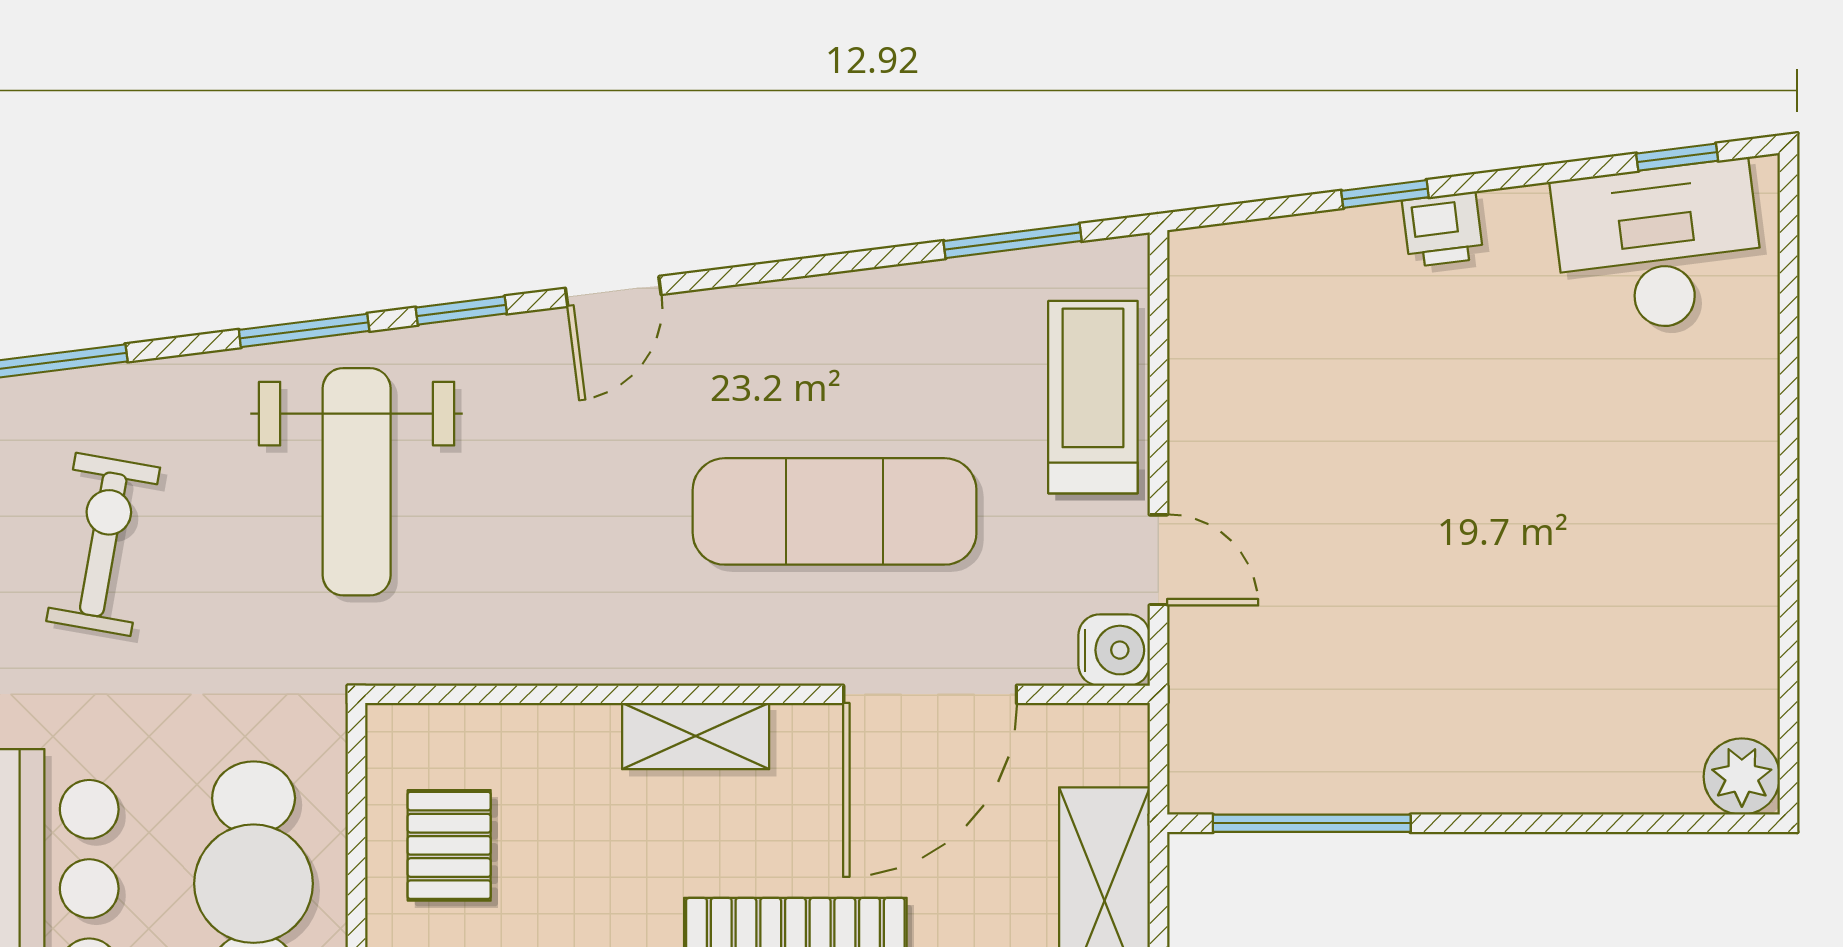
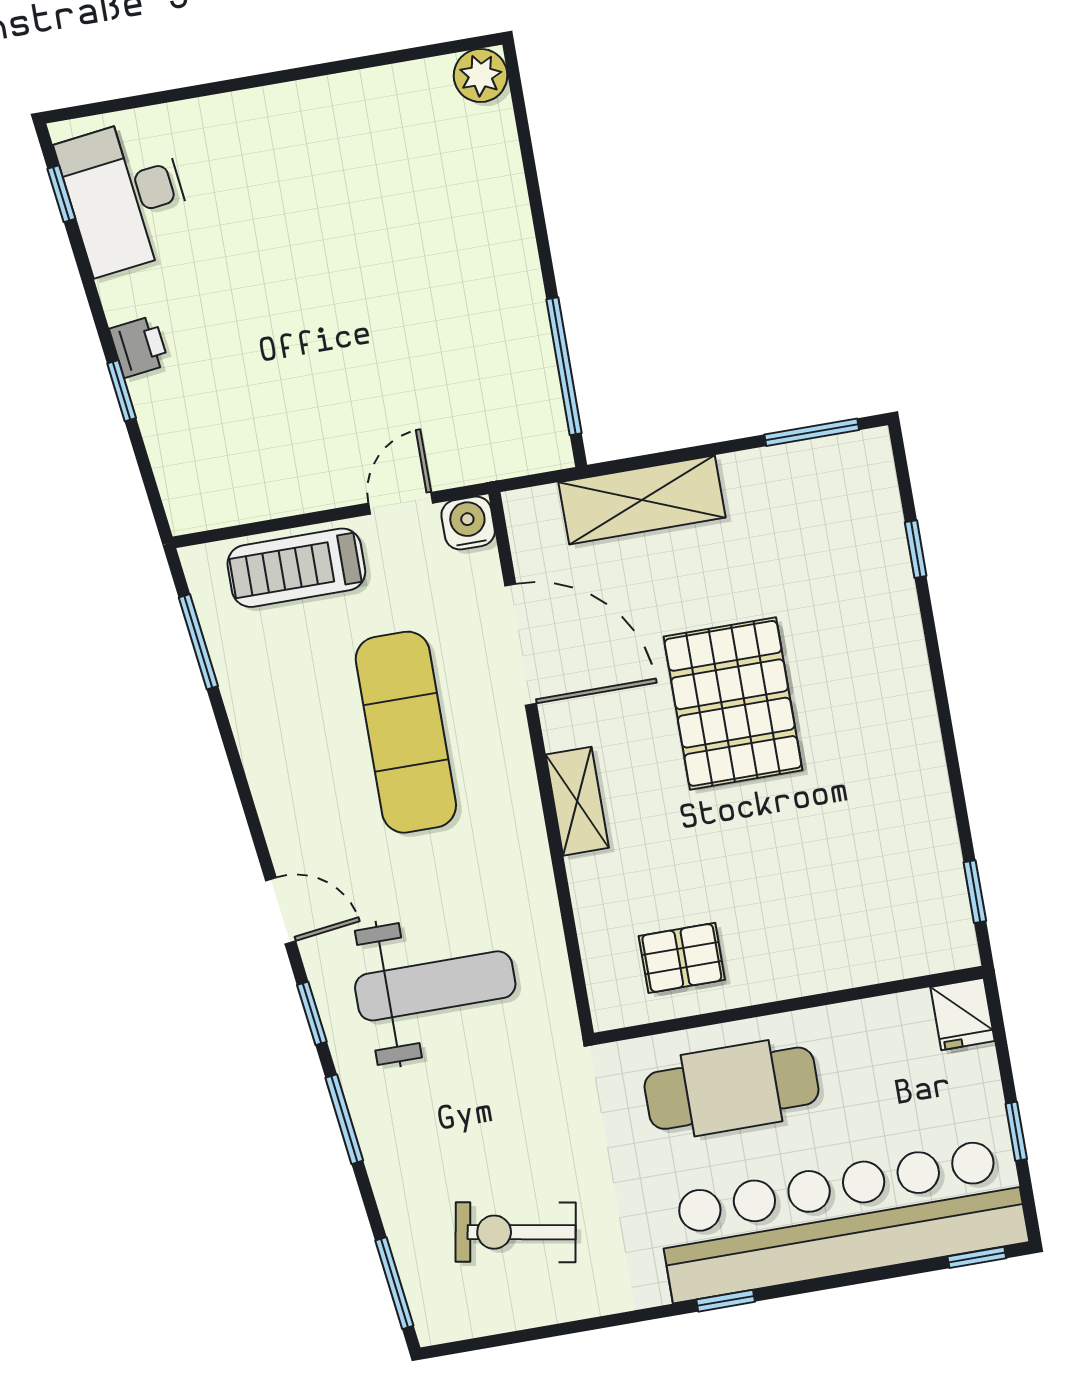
weight bench: (357, 482) -> (435, 986), moved

